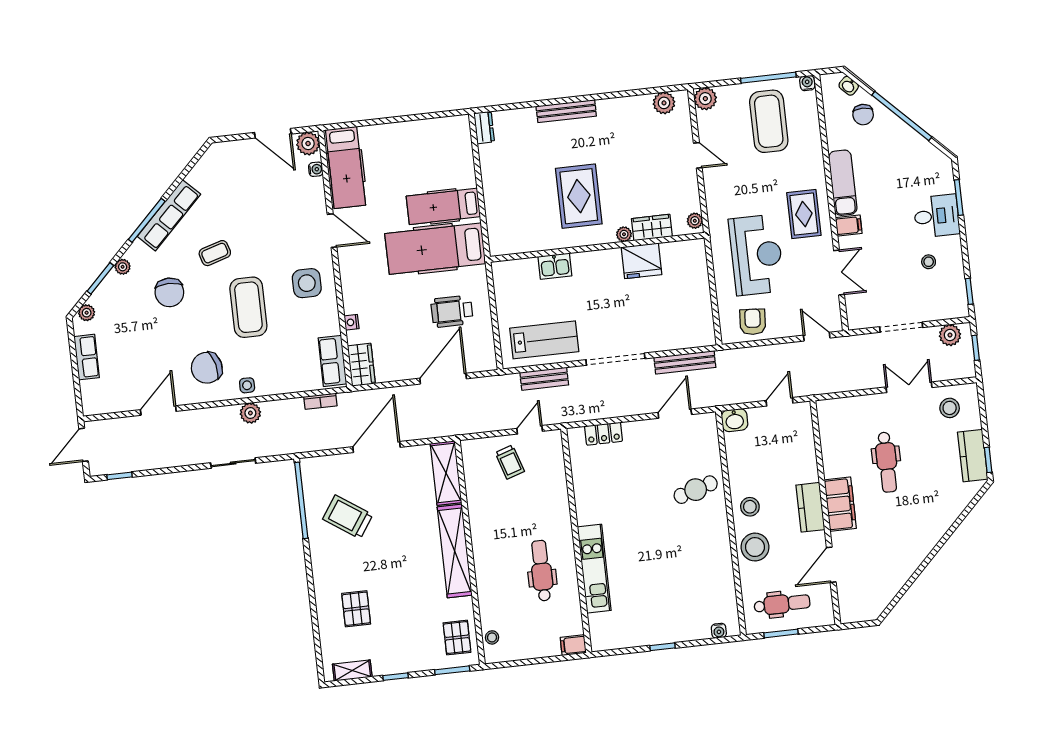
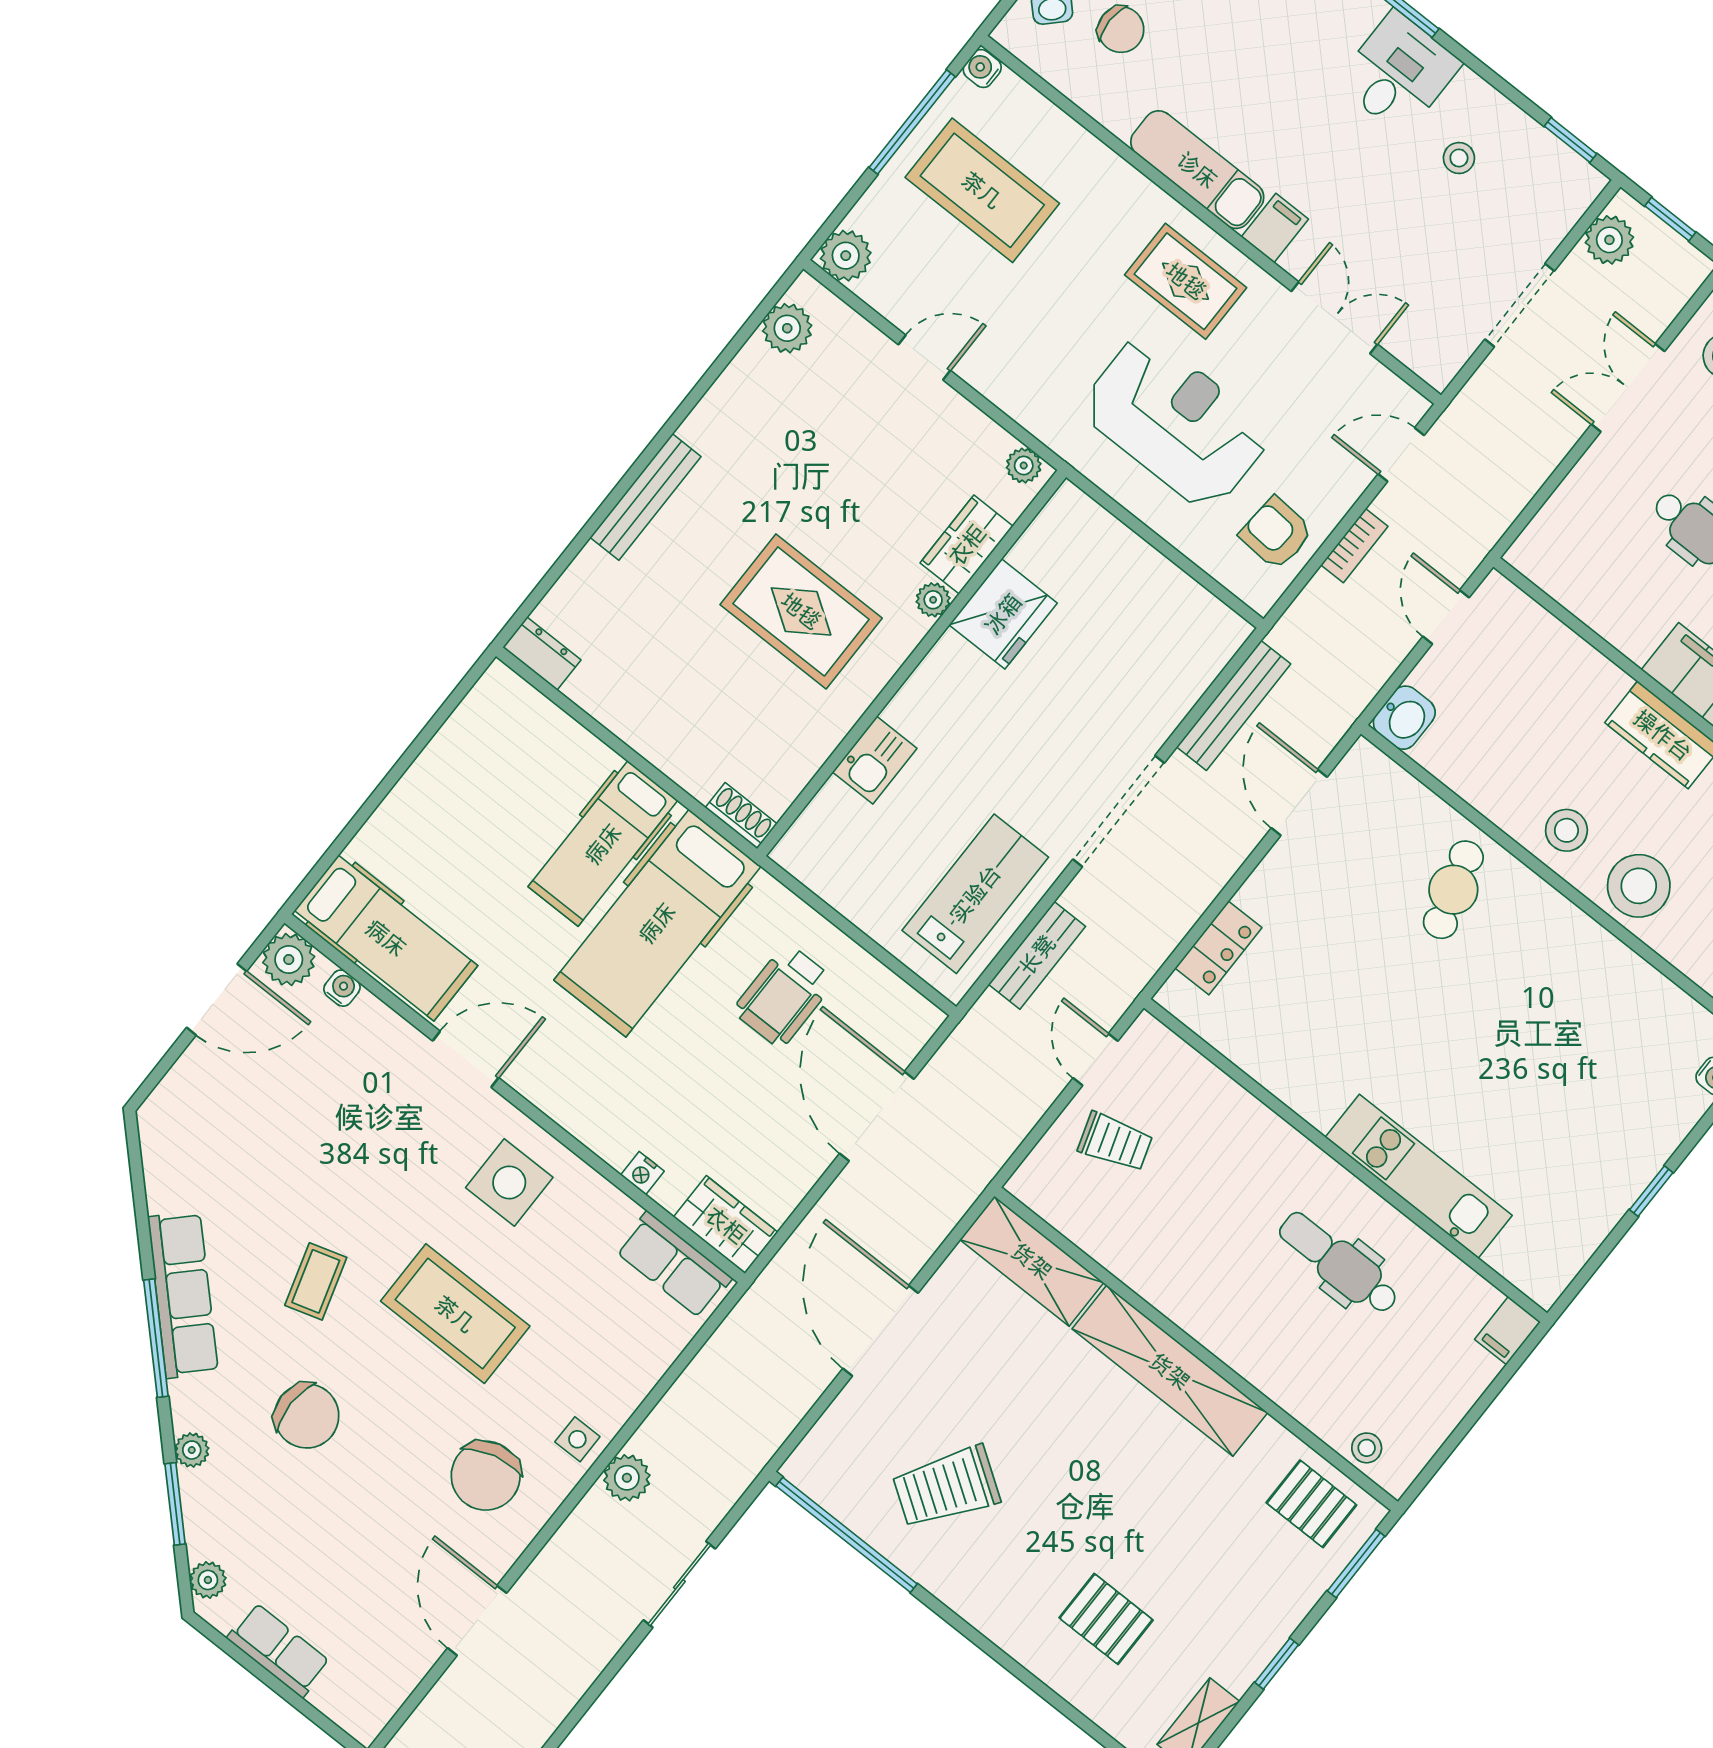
shoe rack: (495, 241) -> (741, 816), added
bookcase: (320, 401) -> (1354, 546), moved

